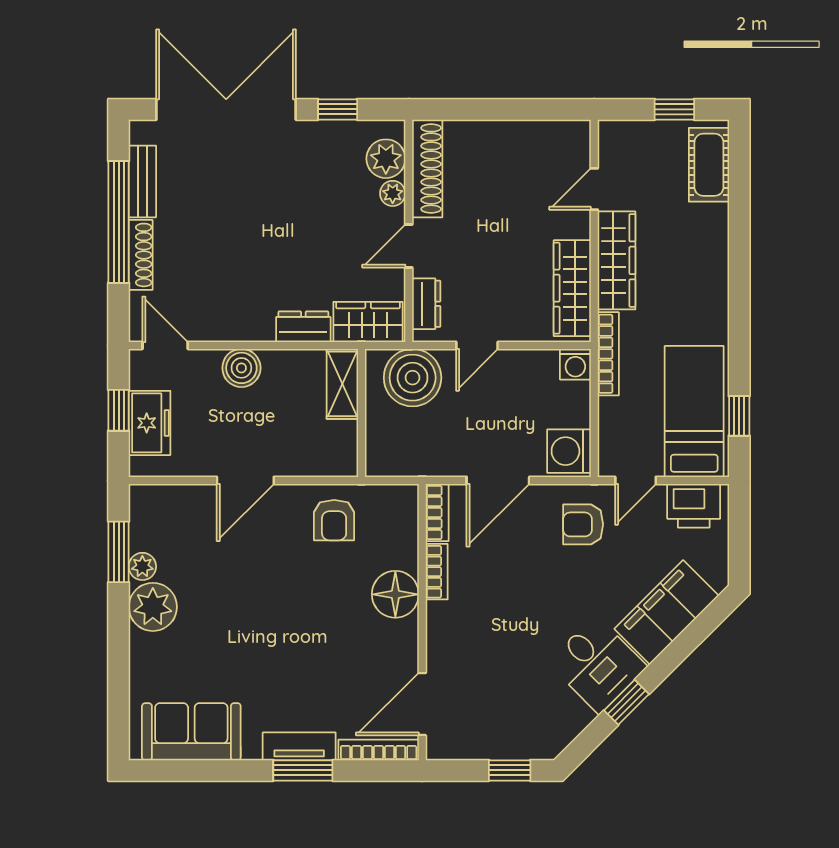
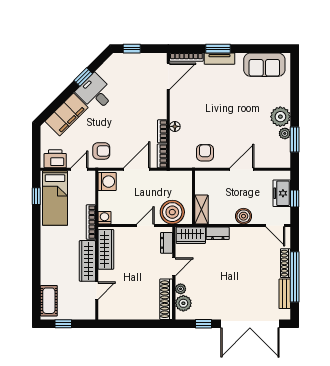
floor lamp: (395, 594) -> (175, 126), width x0.53, depth x0.53

